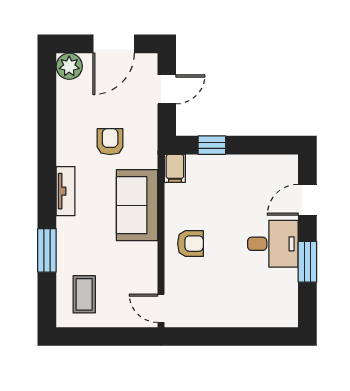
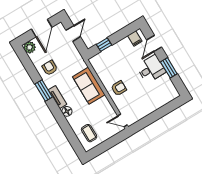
armchair: (110, 142) -> (50, 68), moved
filing cabinet: (175, 168) -> (135, 38), moved
floor lamp: (67, 228) -> (67, 111), added
window: (47, 250) -> (44, 90), moved

